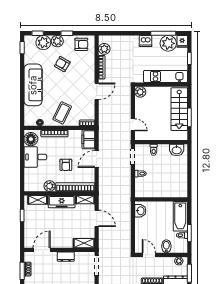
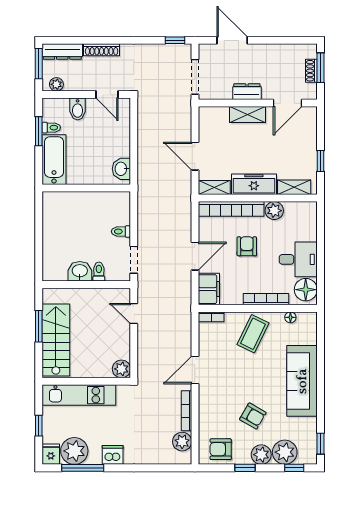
washbasin: (177, 150) -> (80, 271), moved
shelving: (84, 243) -> (248, 115), moved

